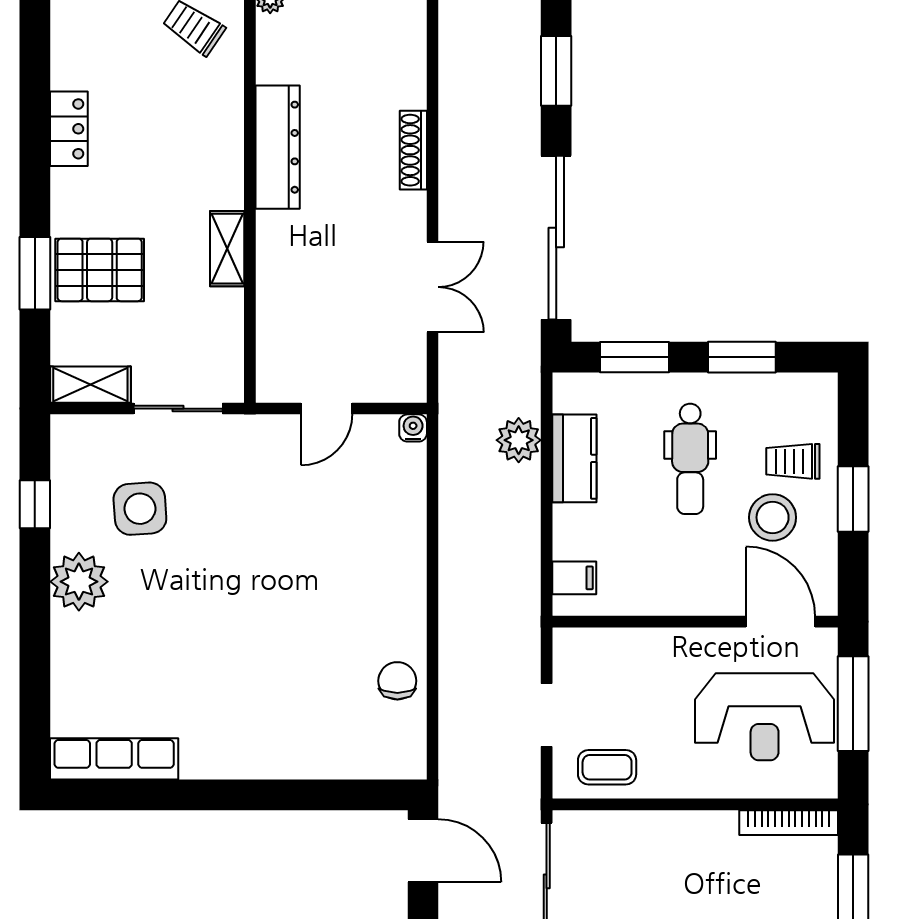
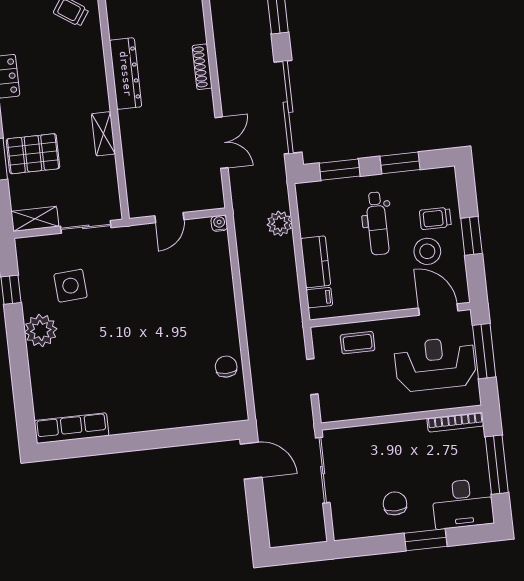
kitchen counter: (574, 458) -> (316, 262), moved
reception desk: (765, 717) -> (435, 364), turned 180
coffee table: (607, 767) -> (358, 343), moved

